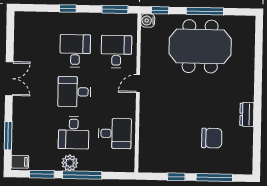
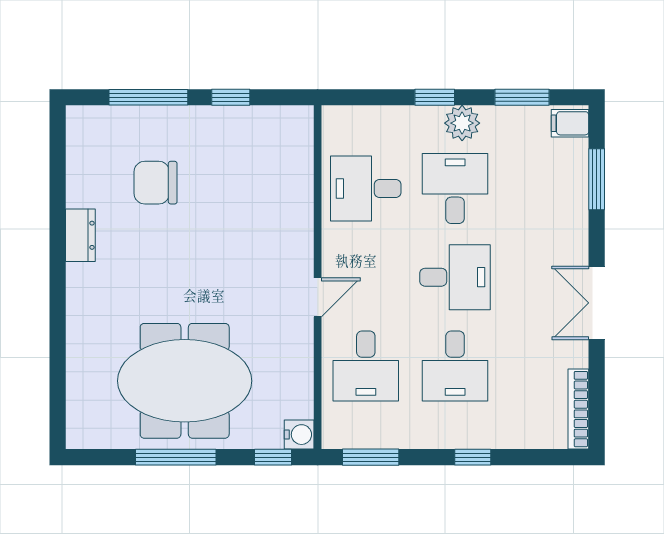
bookcase: (19, 30) -> (578, 409), added
window: (82, 175) -> (435, 97), width x0.46

